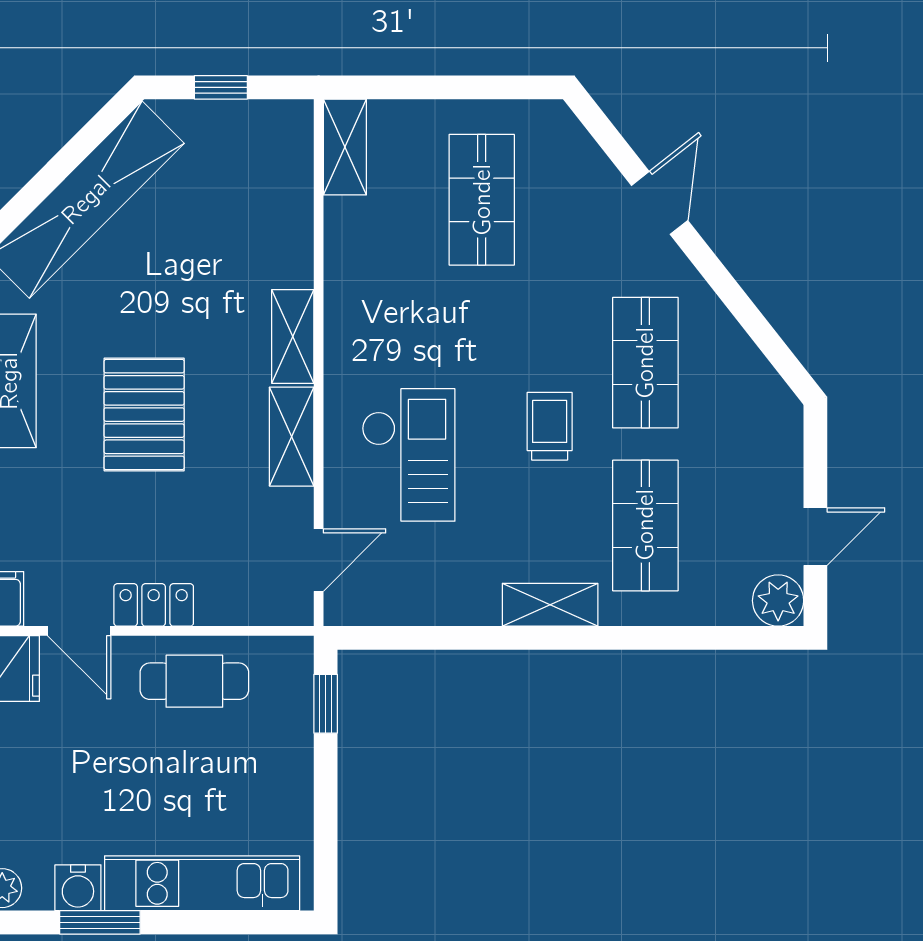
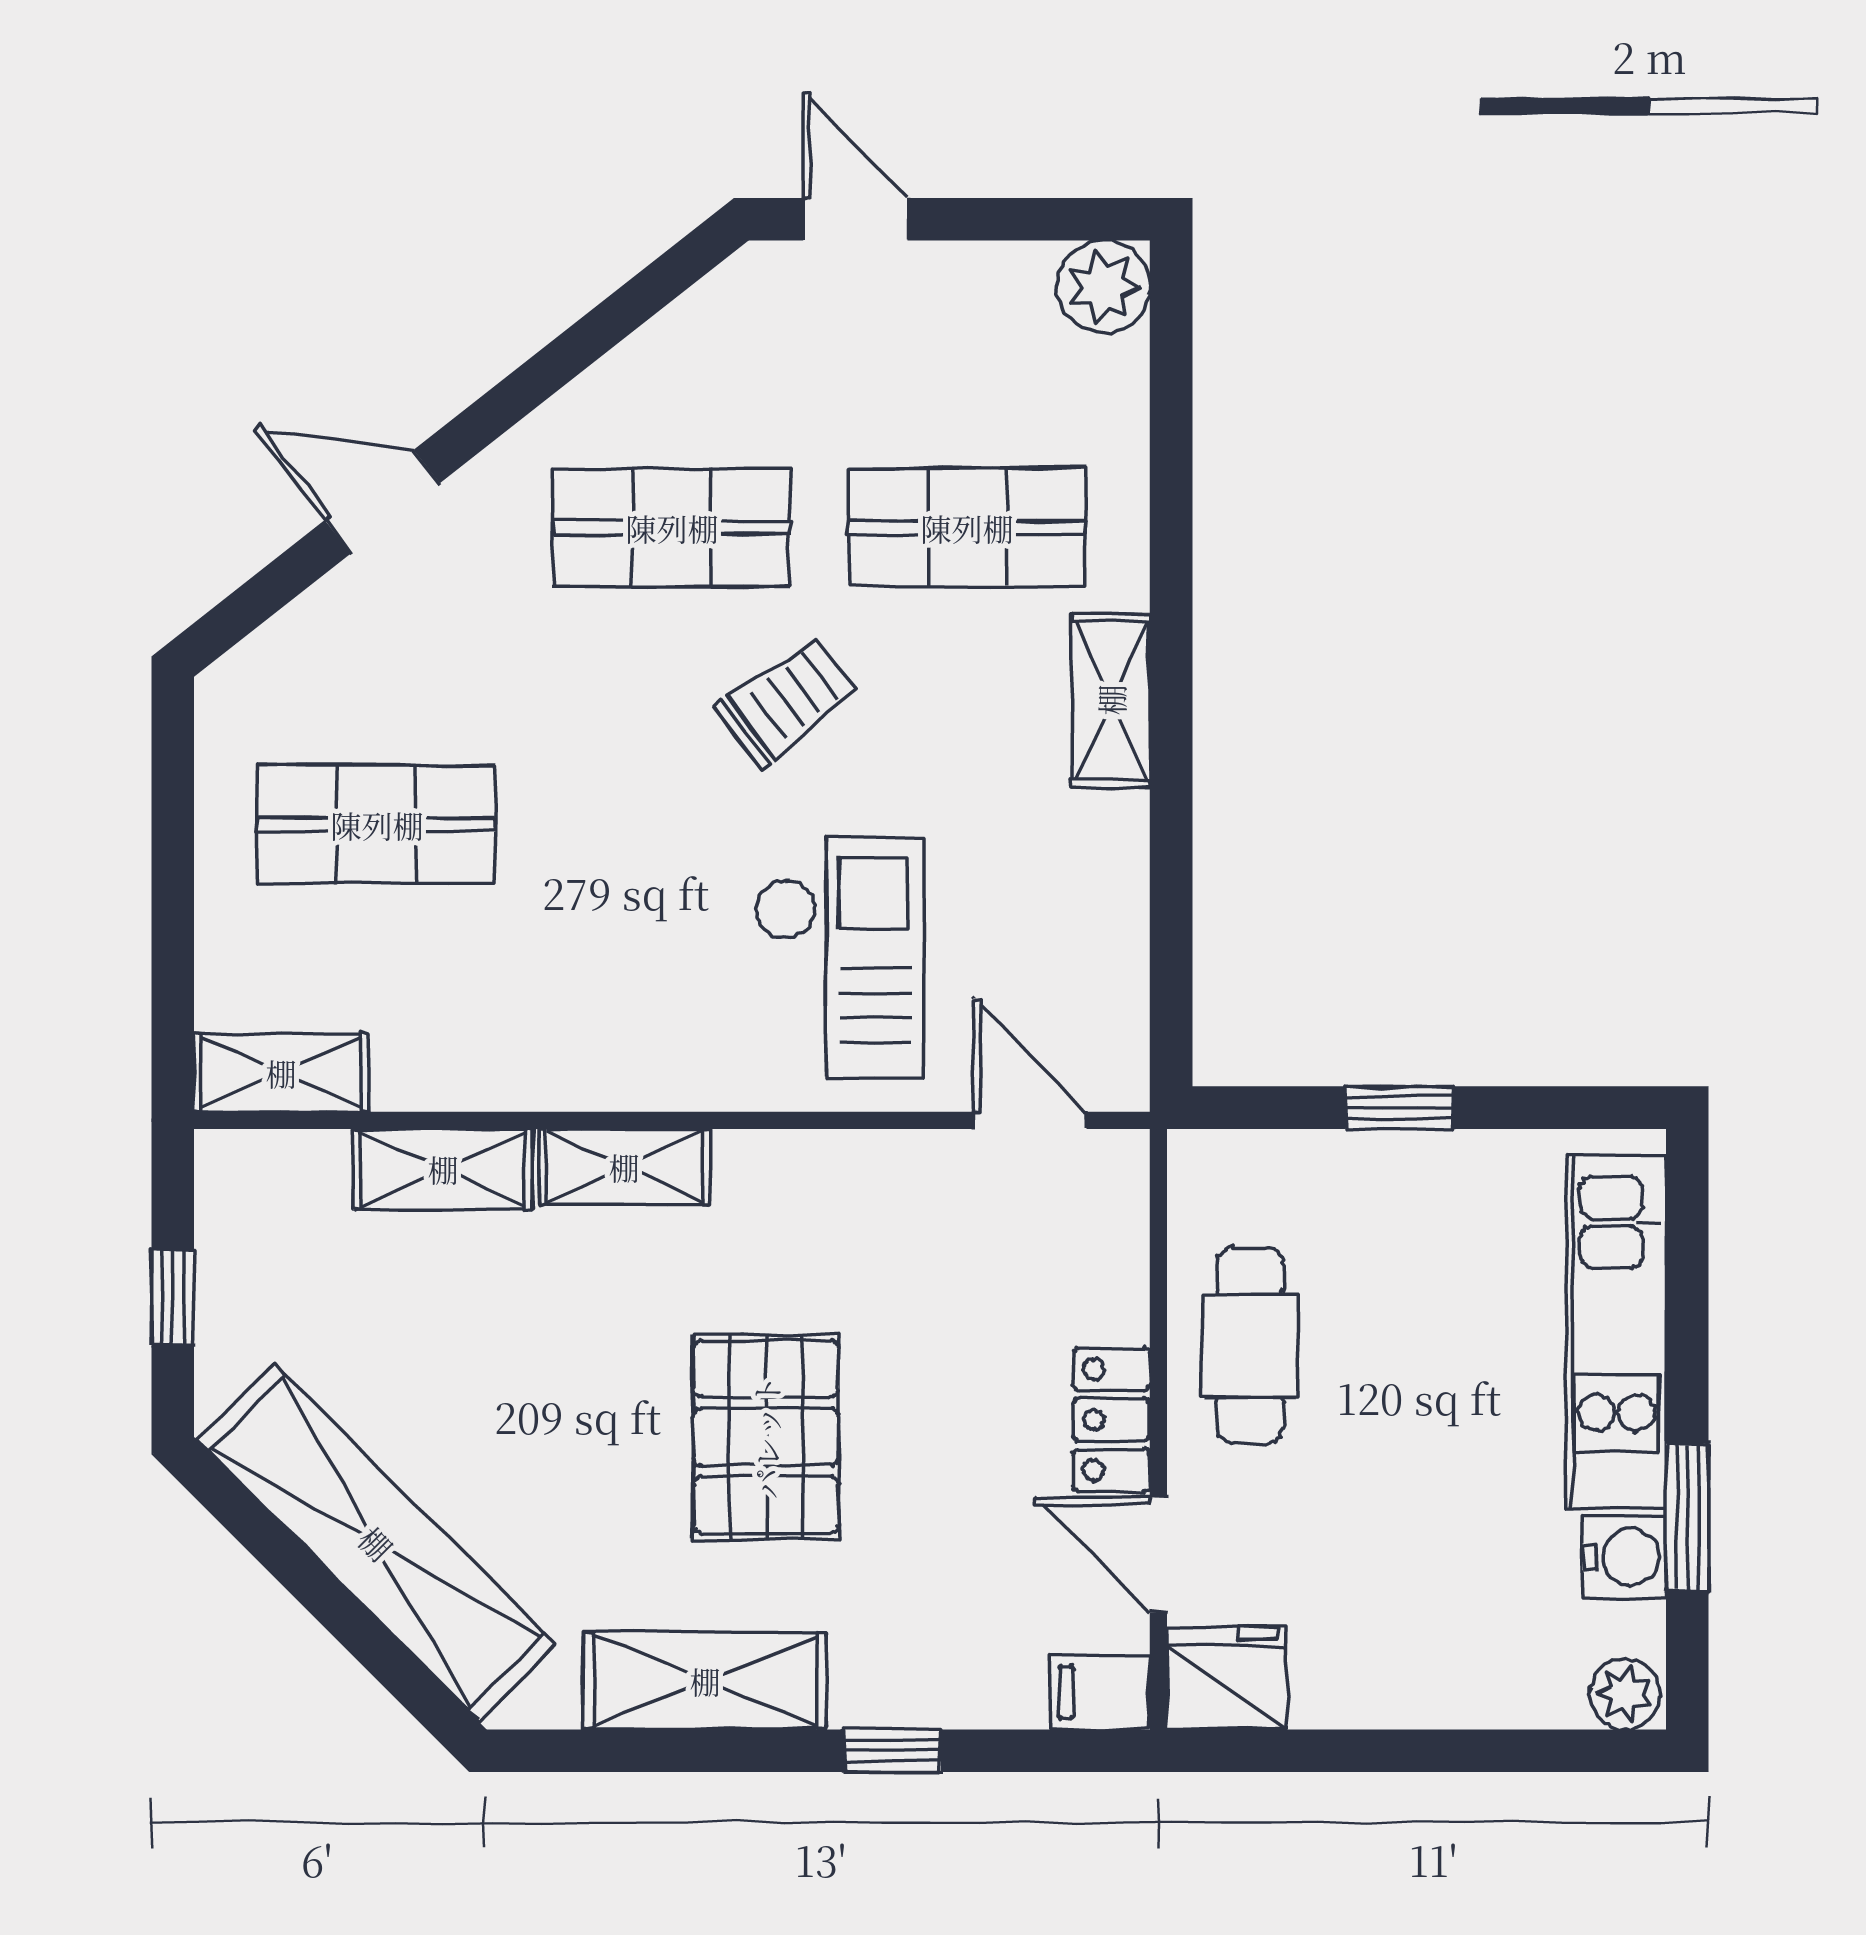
pallet: (144, 415) -> (766, 1437), turned 90
trolley: (550, 426) -> (787, 701), turned 143
shelving: (292, 437) -> (443, 1169), moved
checkout: (408, 455) -> (839, 957), turned 90
door: (815, 537) -> (855, 219), moved
door: (79, 631) -> (1158, 1555), swing flipped
window: (326, 704) -> (1399, 1108), moved

